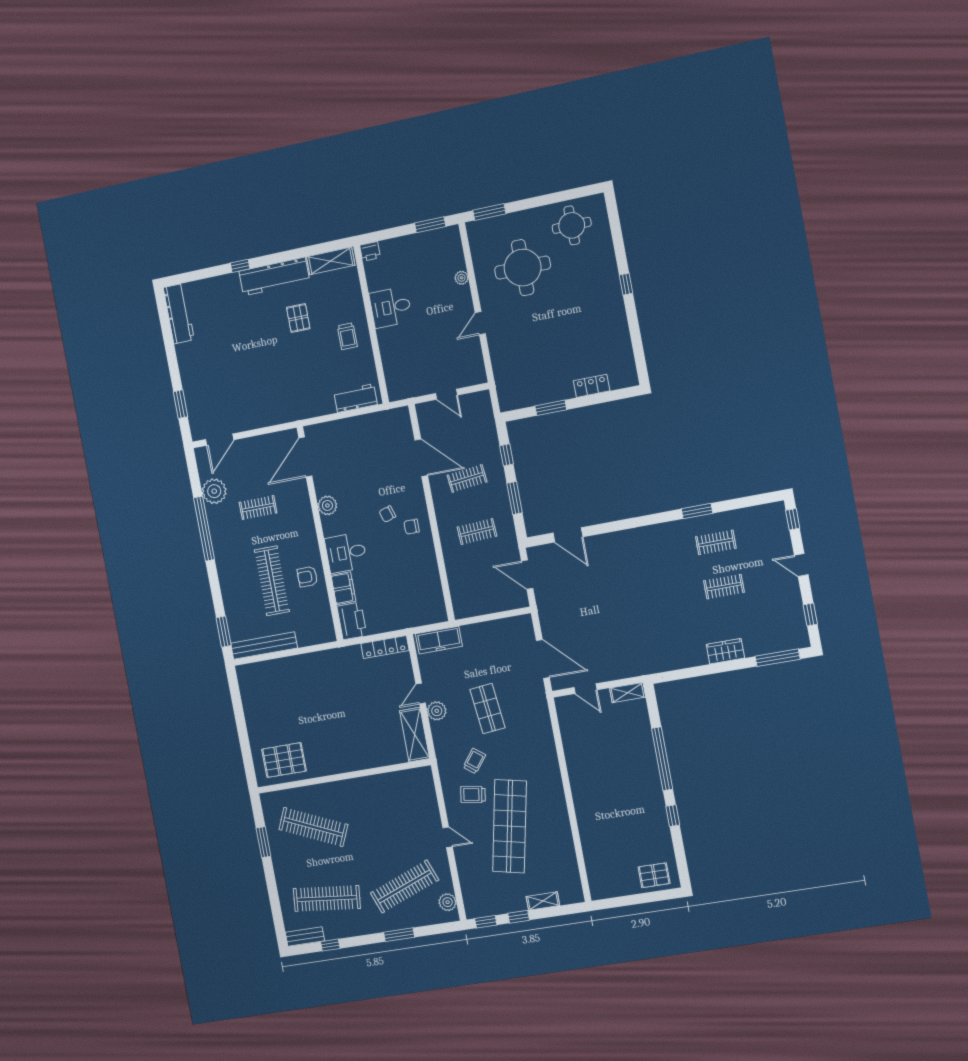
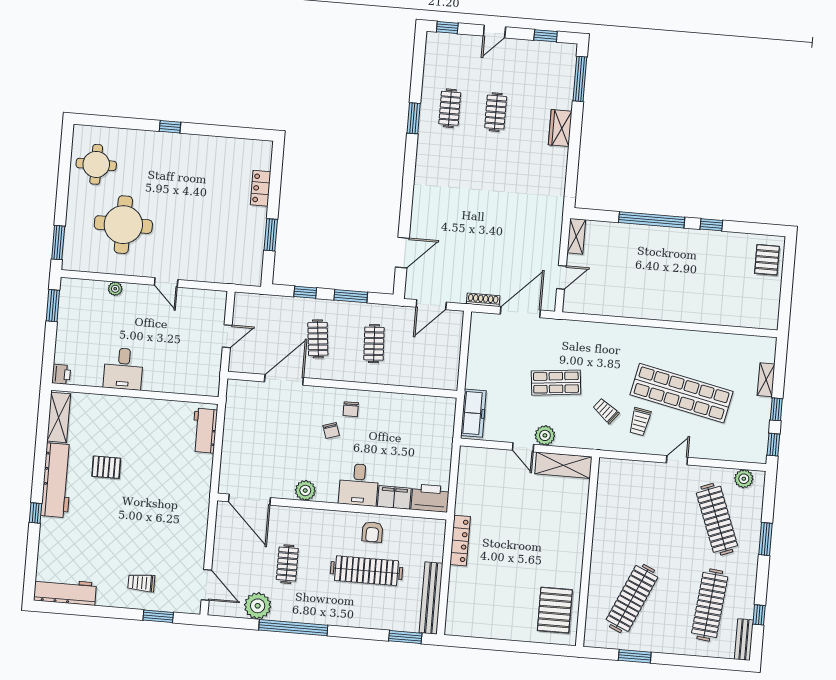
trolley: (347, 336) -> (141, 583), moved, turned 180
shoe rack: (545, 622) -> (483, 300), added
locker: (385, 647) -> (460, 541), moved

